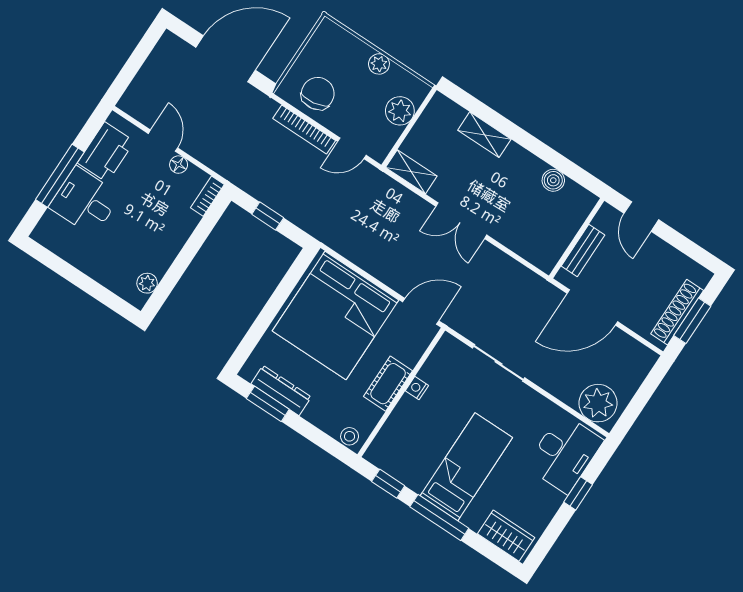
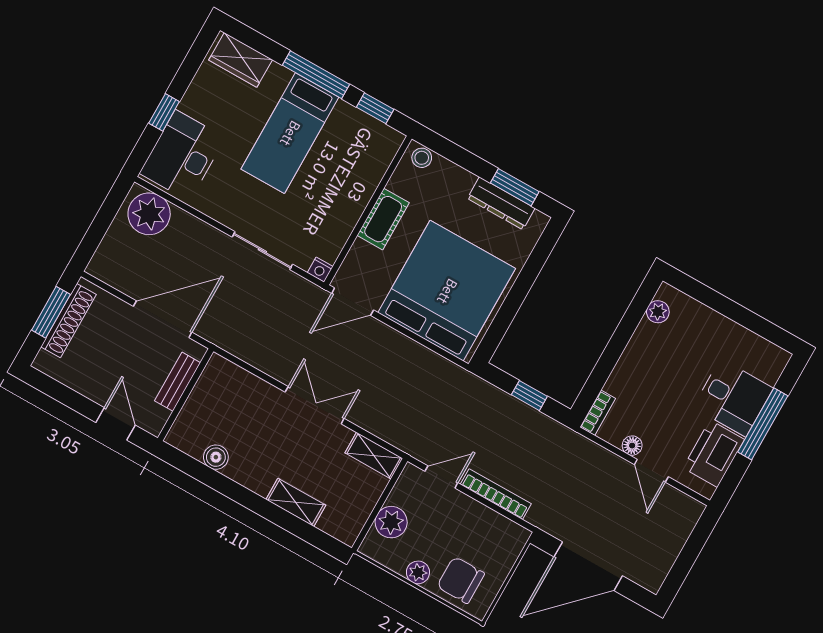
chair: (318, 94) -> (461, 580), moved, turned 99
nightstand: (417, 388) -> (320, 270), moved, turned 90

